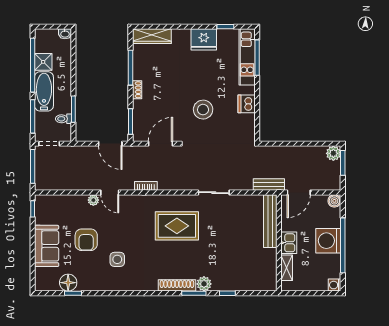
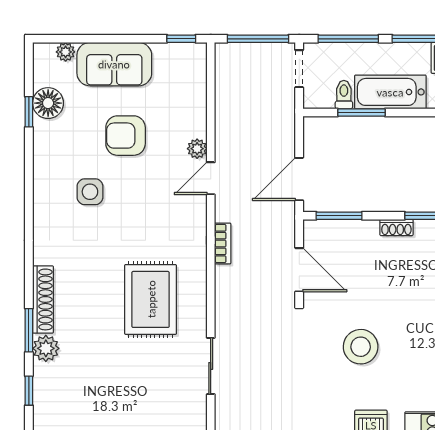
bathtub: (44, 91) -> (390, 92), moved, turned 180
plant: (40, 273) -> (66, 52), added

